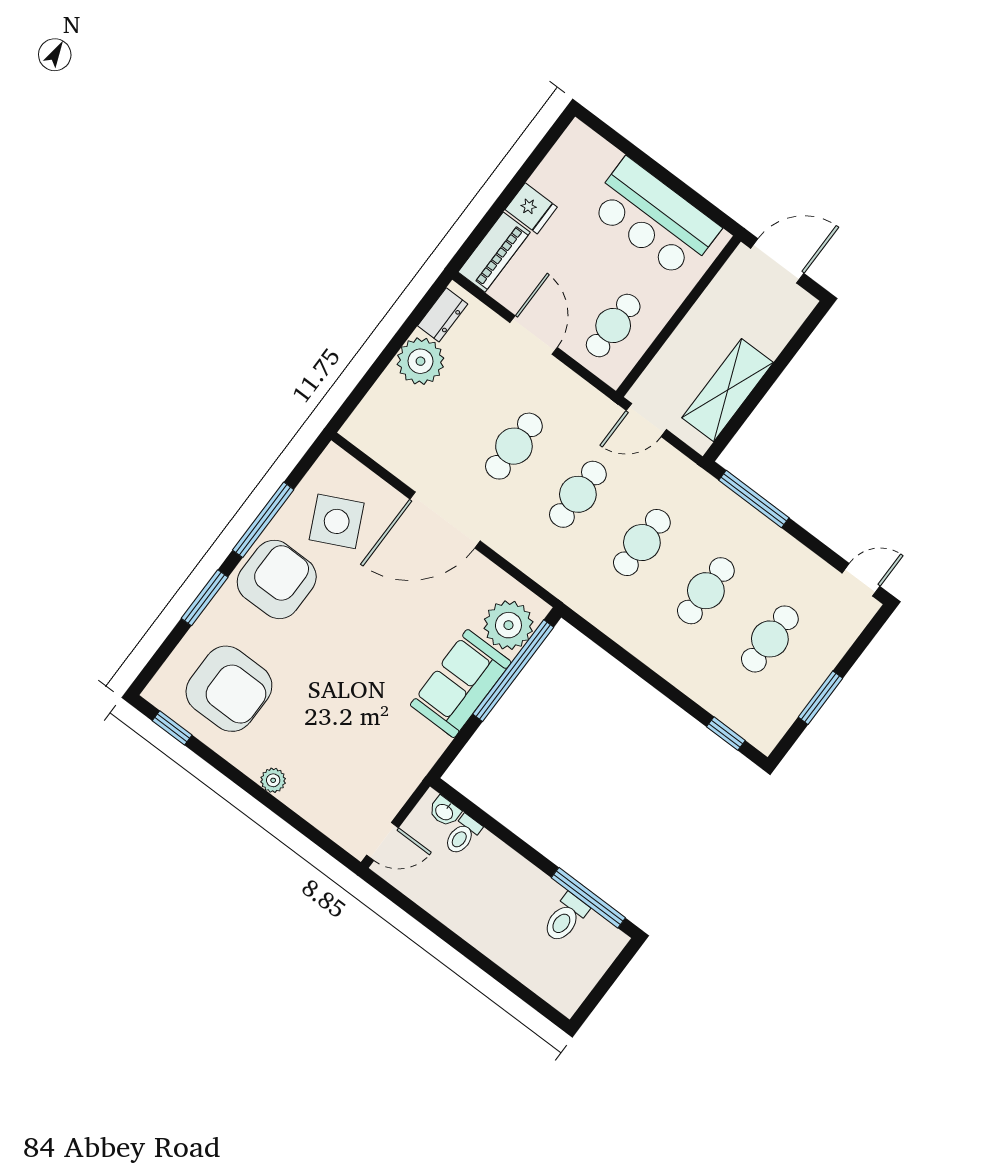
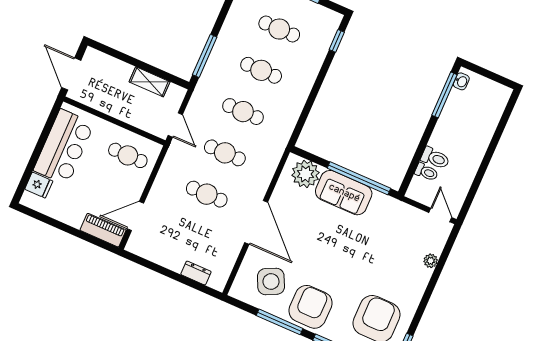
fridge: (531, 208) -> (39, 185), moved, turned 90
dresser: (443, 315) -> (196, 273), moved
door: (534, 335) -> (135, 216), moved
plant: (420, 361) -> (172, 256), removed
shelving: (728, 390) -> (150, 82), width x0.67, depth x0.75
armchair: (277, 579) -> (311, 307), turned 90
window: (513, 671) -> (359, 178), moved
plant: (273, 780) -> (431, 261), moved
washbasin: (445, 812) -> (461, 81), moved
toilet: (565, 918) -> (435, 158), moved

